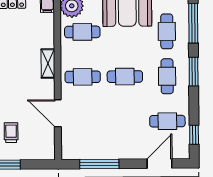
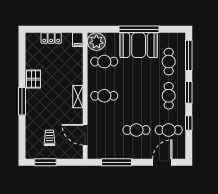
shelving: (48, 64) -> (78, 97), moved
cafe table: (125, 77) -> (136, 130), moved
door: (58, 113) -> (85, 135), moved
window: (194, 135) -> (189, 123), moved

